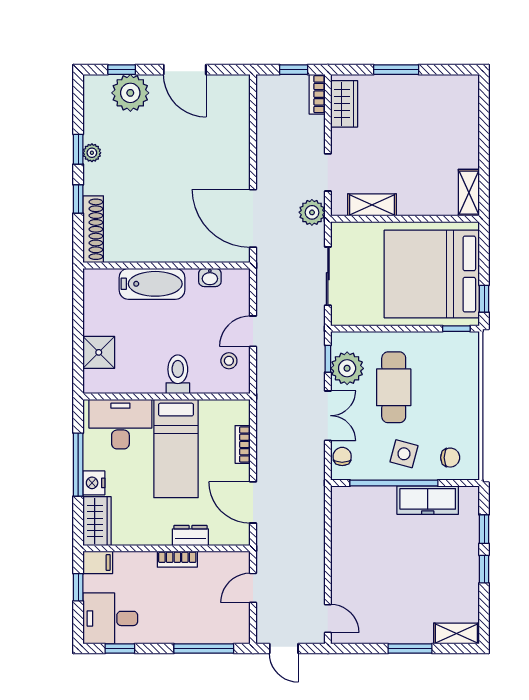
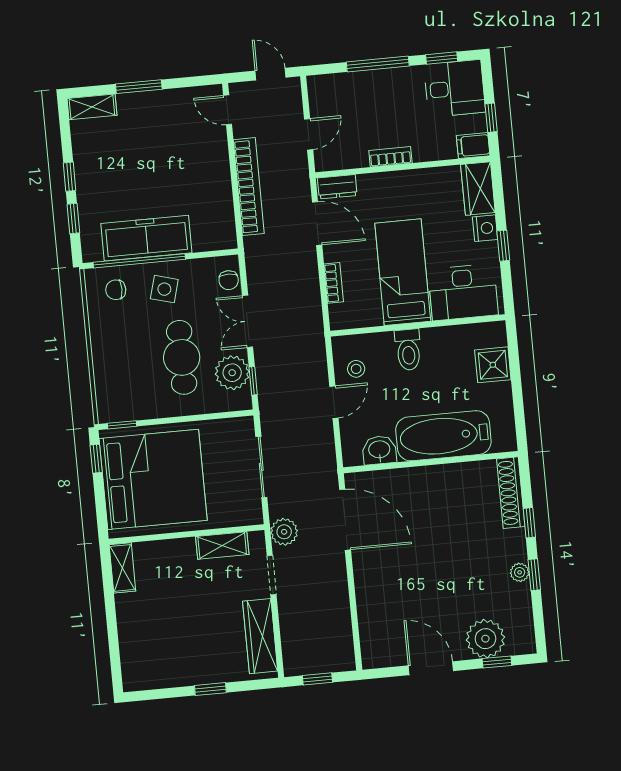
window: (396, 70) -> (210, 689), width x0.67
bookcase: (317, 94) -> (249, 187), moved, width x2.31, depth x1.31
wardrobe: (344, 104) -> (260, 636), width x1.50
washbasin: (210, 277) -> (379, 450), width x1.38, depth x1.45
bathtub: (152, 284) -> (443, 436), width x1.36, depth x1.36
window: (78, 465) -> (503, 246), width x0.46
window: (394, 483) -> (139, 261), moved
freezer: (428, 500) -> (146, 238), width x1.36, depth x1.26
dresser: (190, 535) -> (337, 187), moved
window: (204, 648) -> (378, 64), moved

